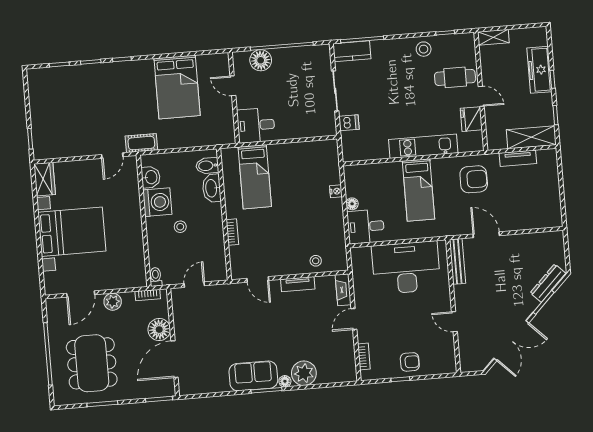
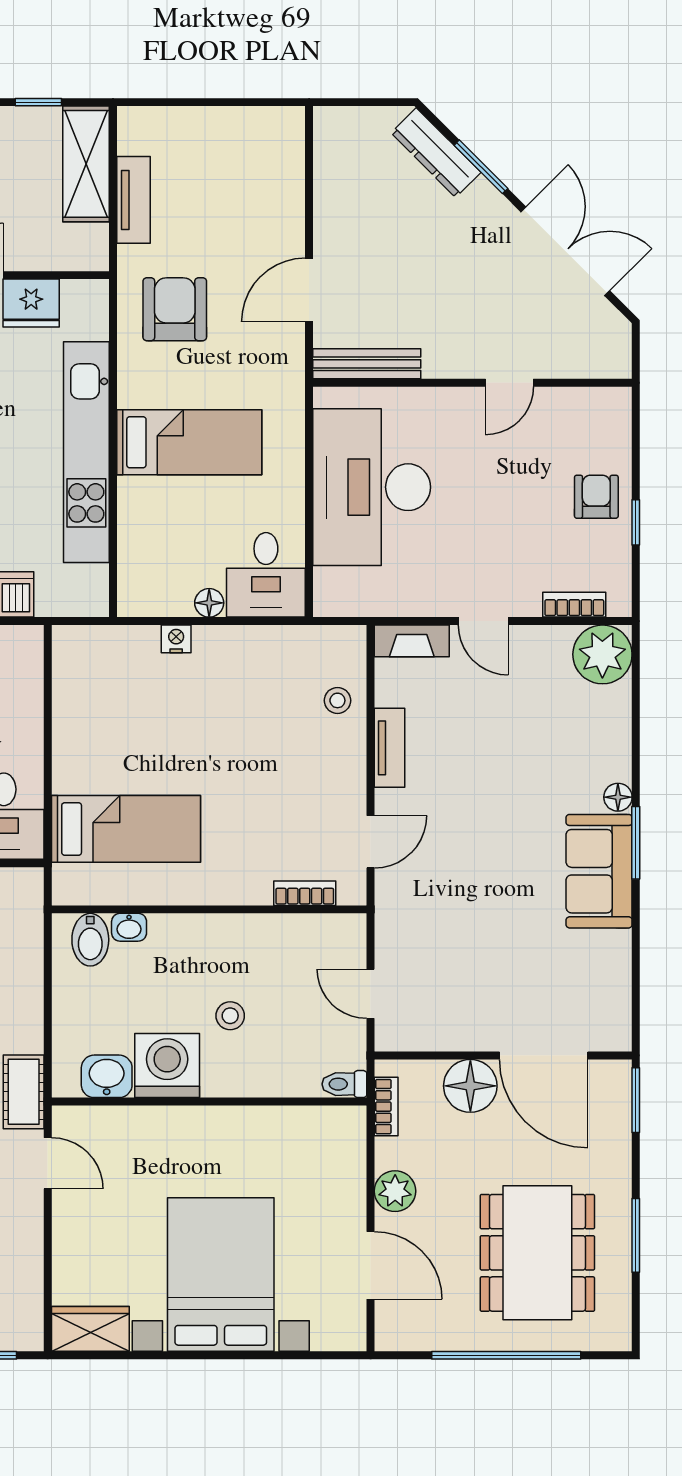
kitchen unit: (423, 146) -> (86, 452), width x1.36
washbasin: (212, 188) -> (129, 927), width x0.52, depth x0.69
bookcase: (232, 232) -> (305, 893), moved
dining table: (92, 363) -> (537, 1253), turned 90
plant: (304, 373) -> (602, 654), moved

